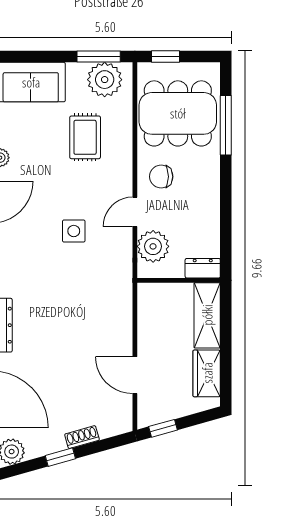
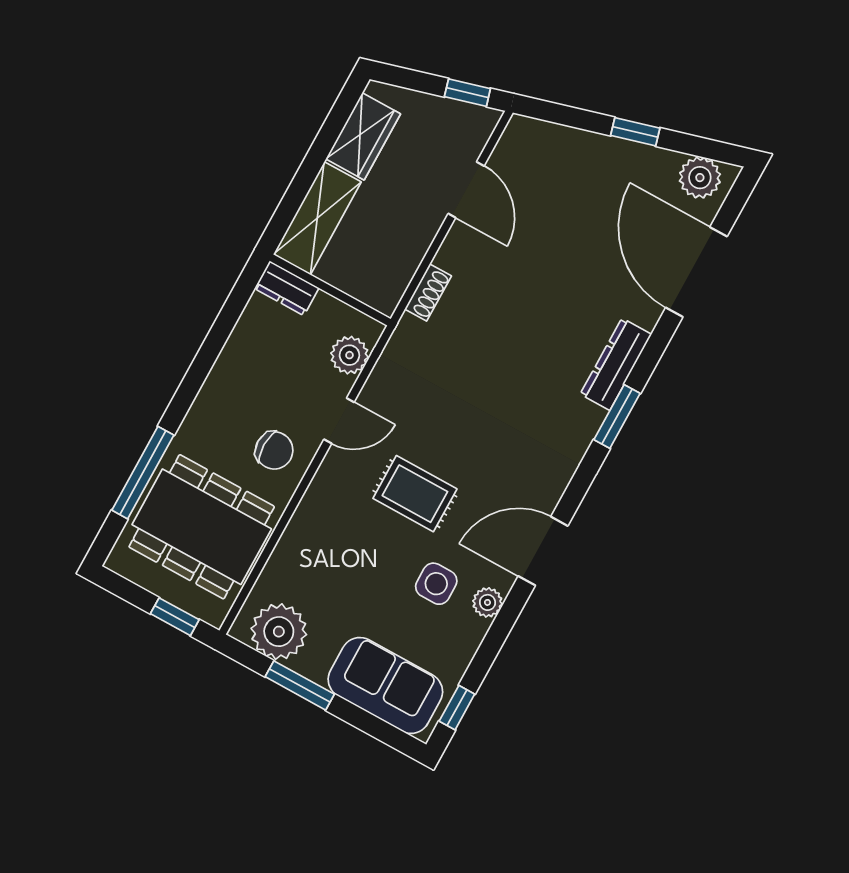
window: (99, 57) -> (300, 685), moved
rug: (85, 137) -> (415, 494), moved, turned 90
side table: (74, 231) -> (436, 584), moved
plant: (153, 246) -> (349, 355), width x0.73, depth x0.73
shoe rack: (82, 437) -> (428, 292), moved, turned -74

